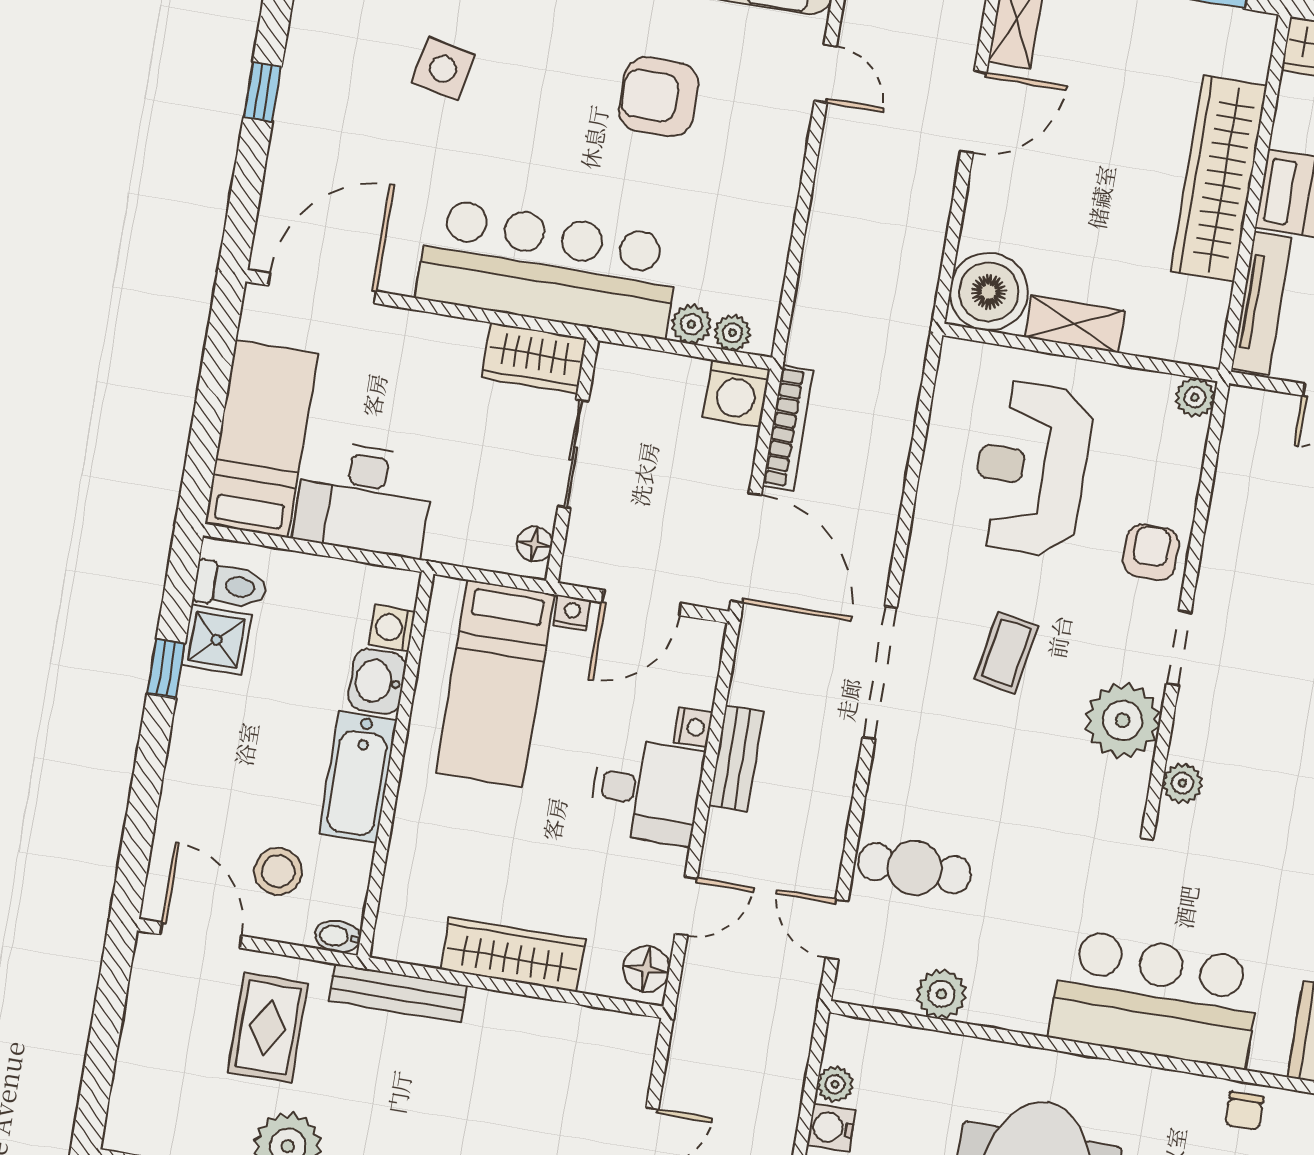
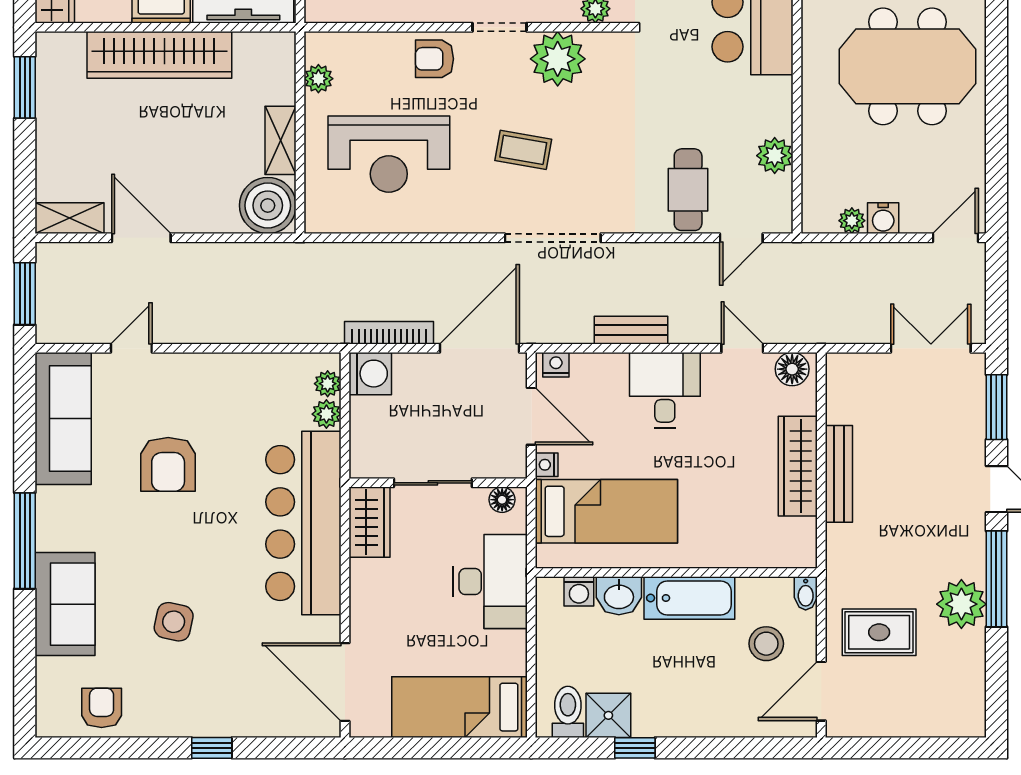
plant: (1195, 397) -> (318, 79), moved
desk: (364, 499) -> (490, 582), moved
nightstand: (693, 727) -> (556, 365), moved
bench: (398, 993) -> (839, 474), moved

